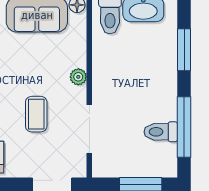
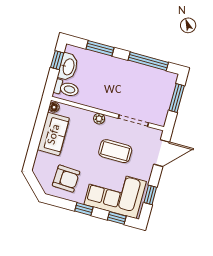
coffee table: (36, 114) -> (115, 151), width x1.36, depth x1.30
toilet: (161, 132) -> (147, 77), removed

